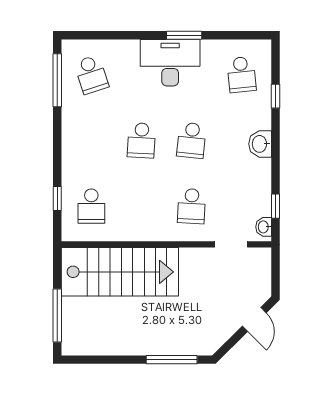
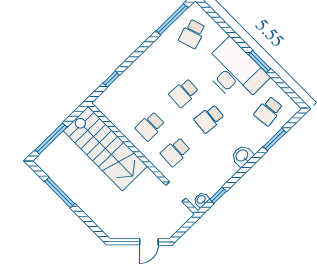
desk: (170, 63) -> (235, 72), width x1.36, depth x1.30
window: (276, 96) -> (275, 139), width x1.50
school desk: (91, 206) -> (150, 126), moved
window: (172, 360) -> (60, 193), moved

